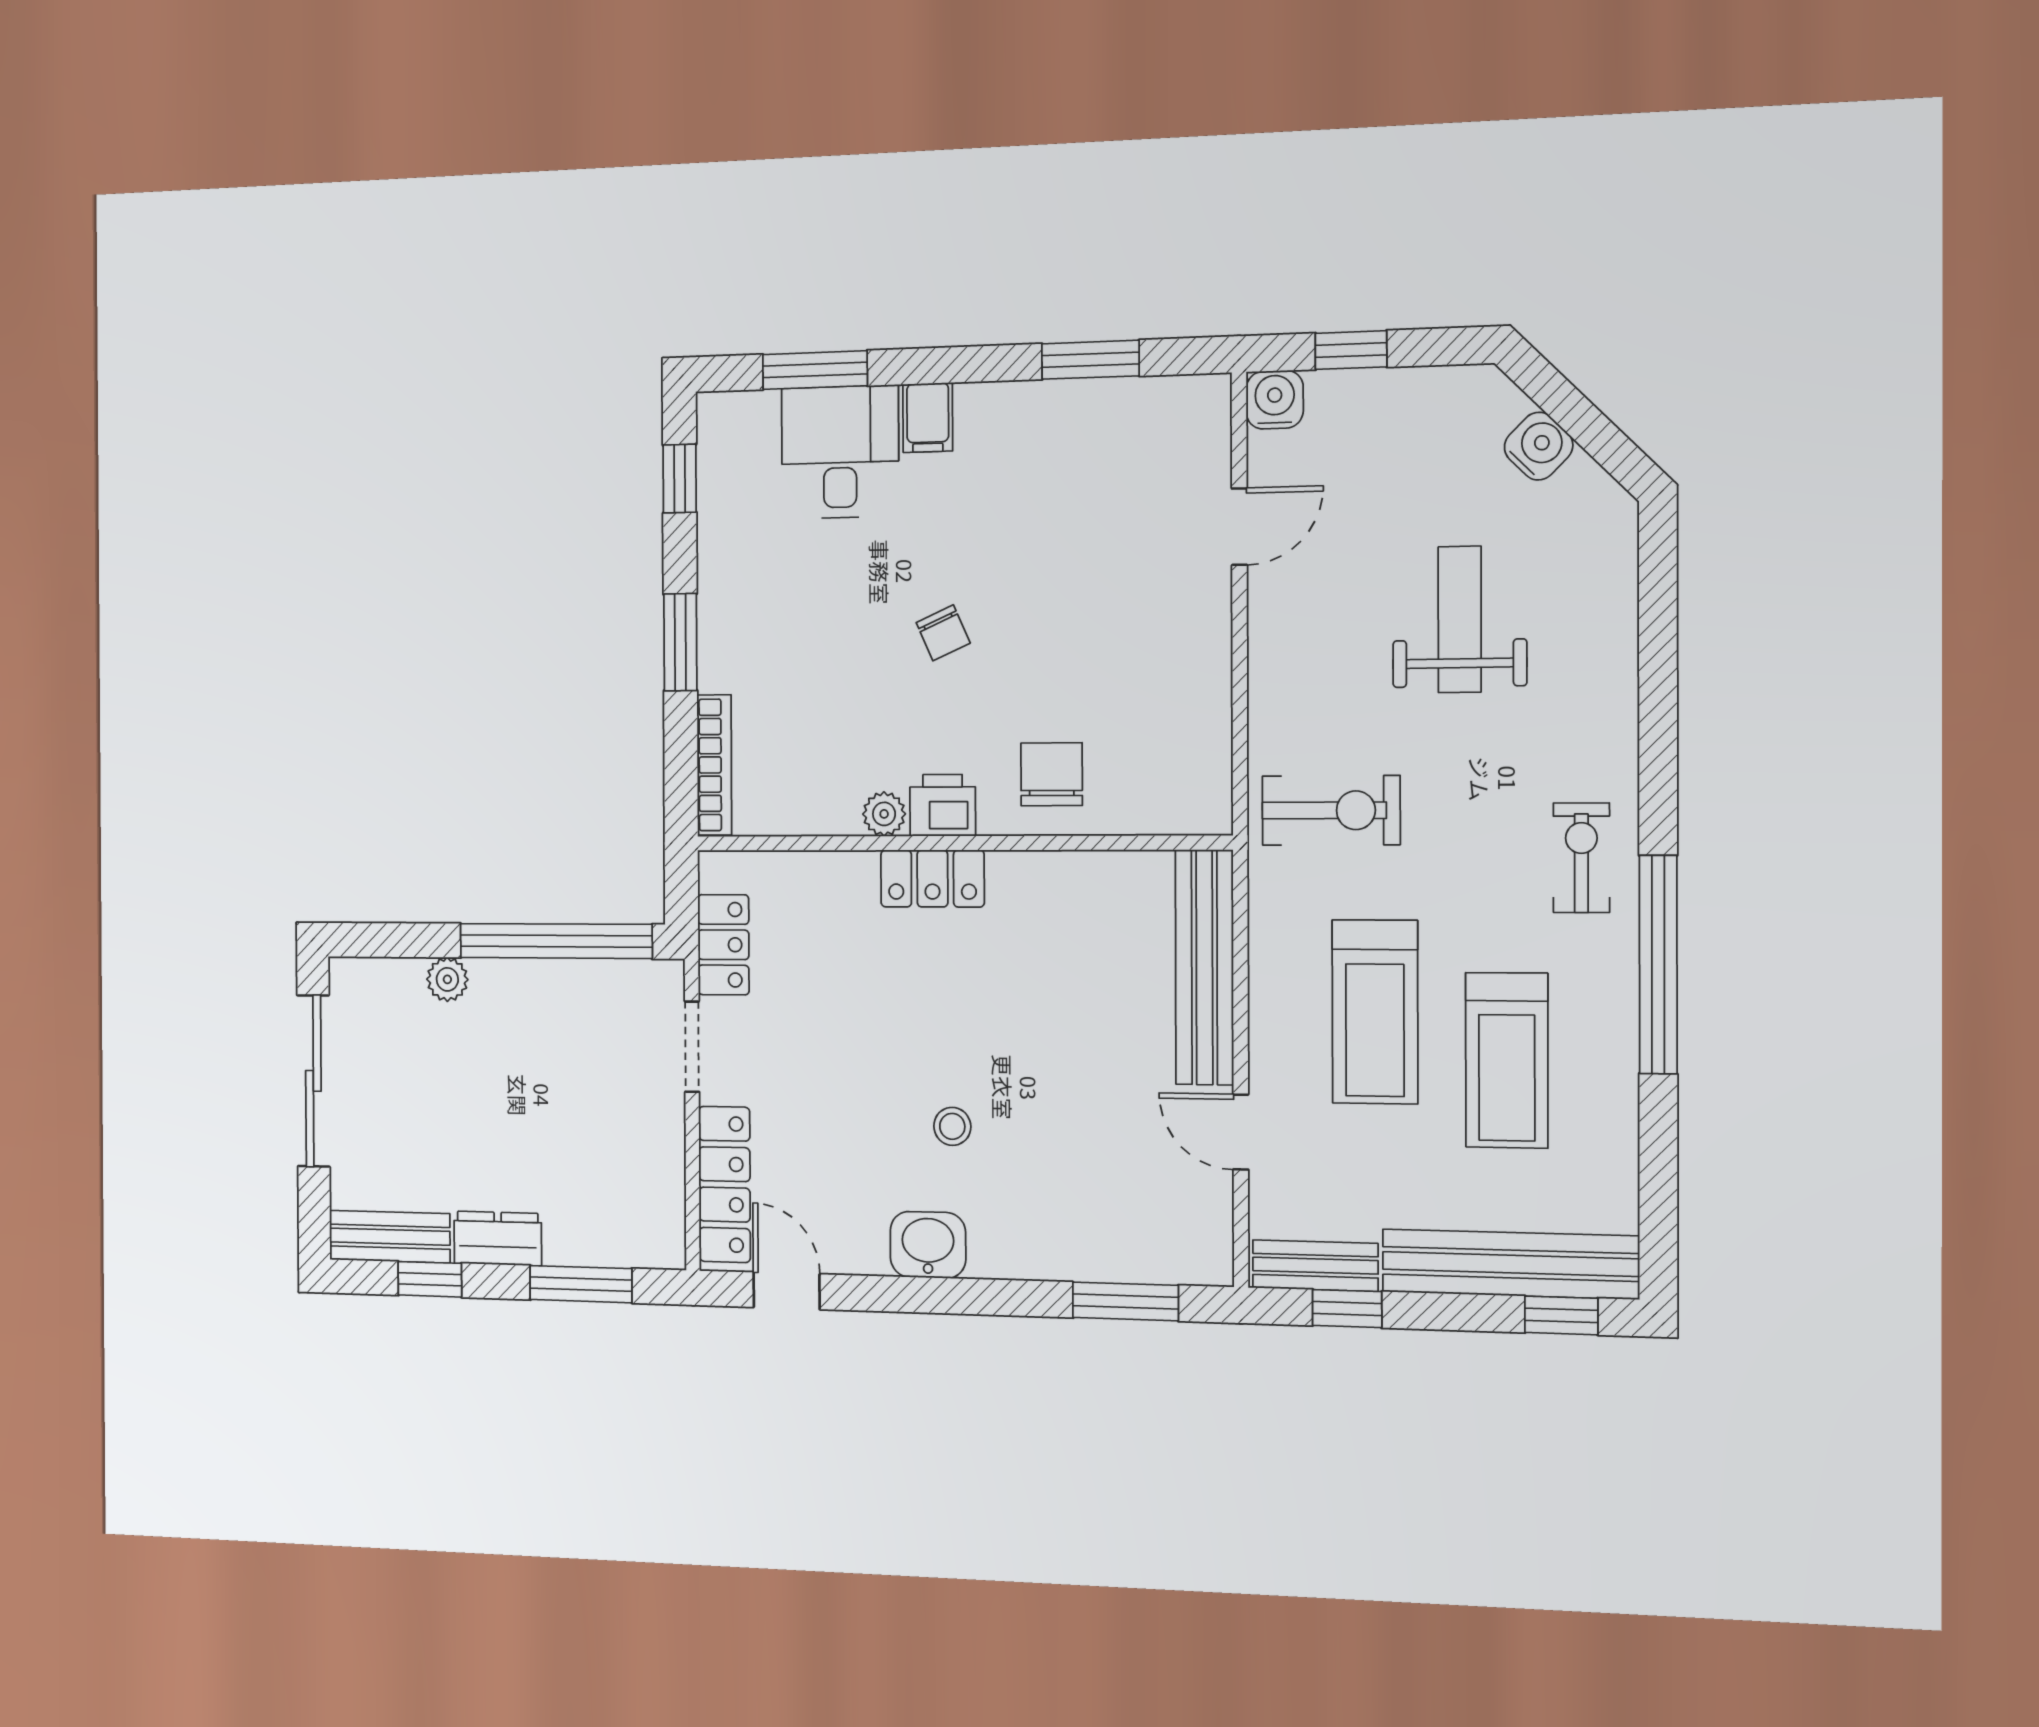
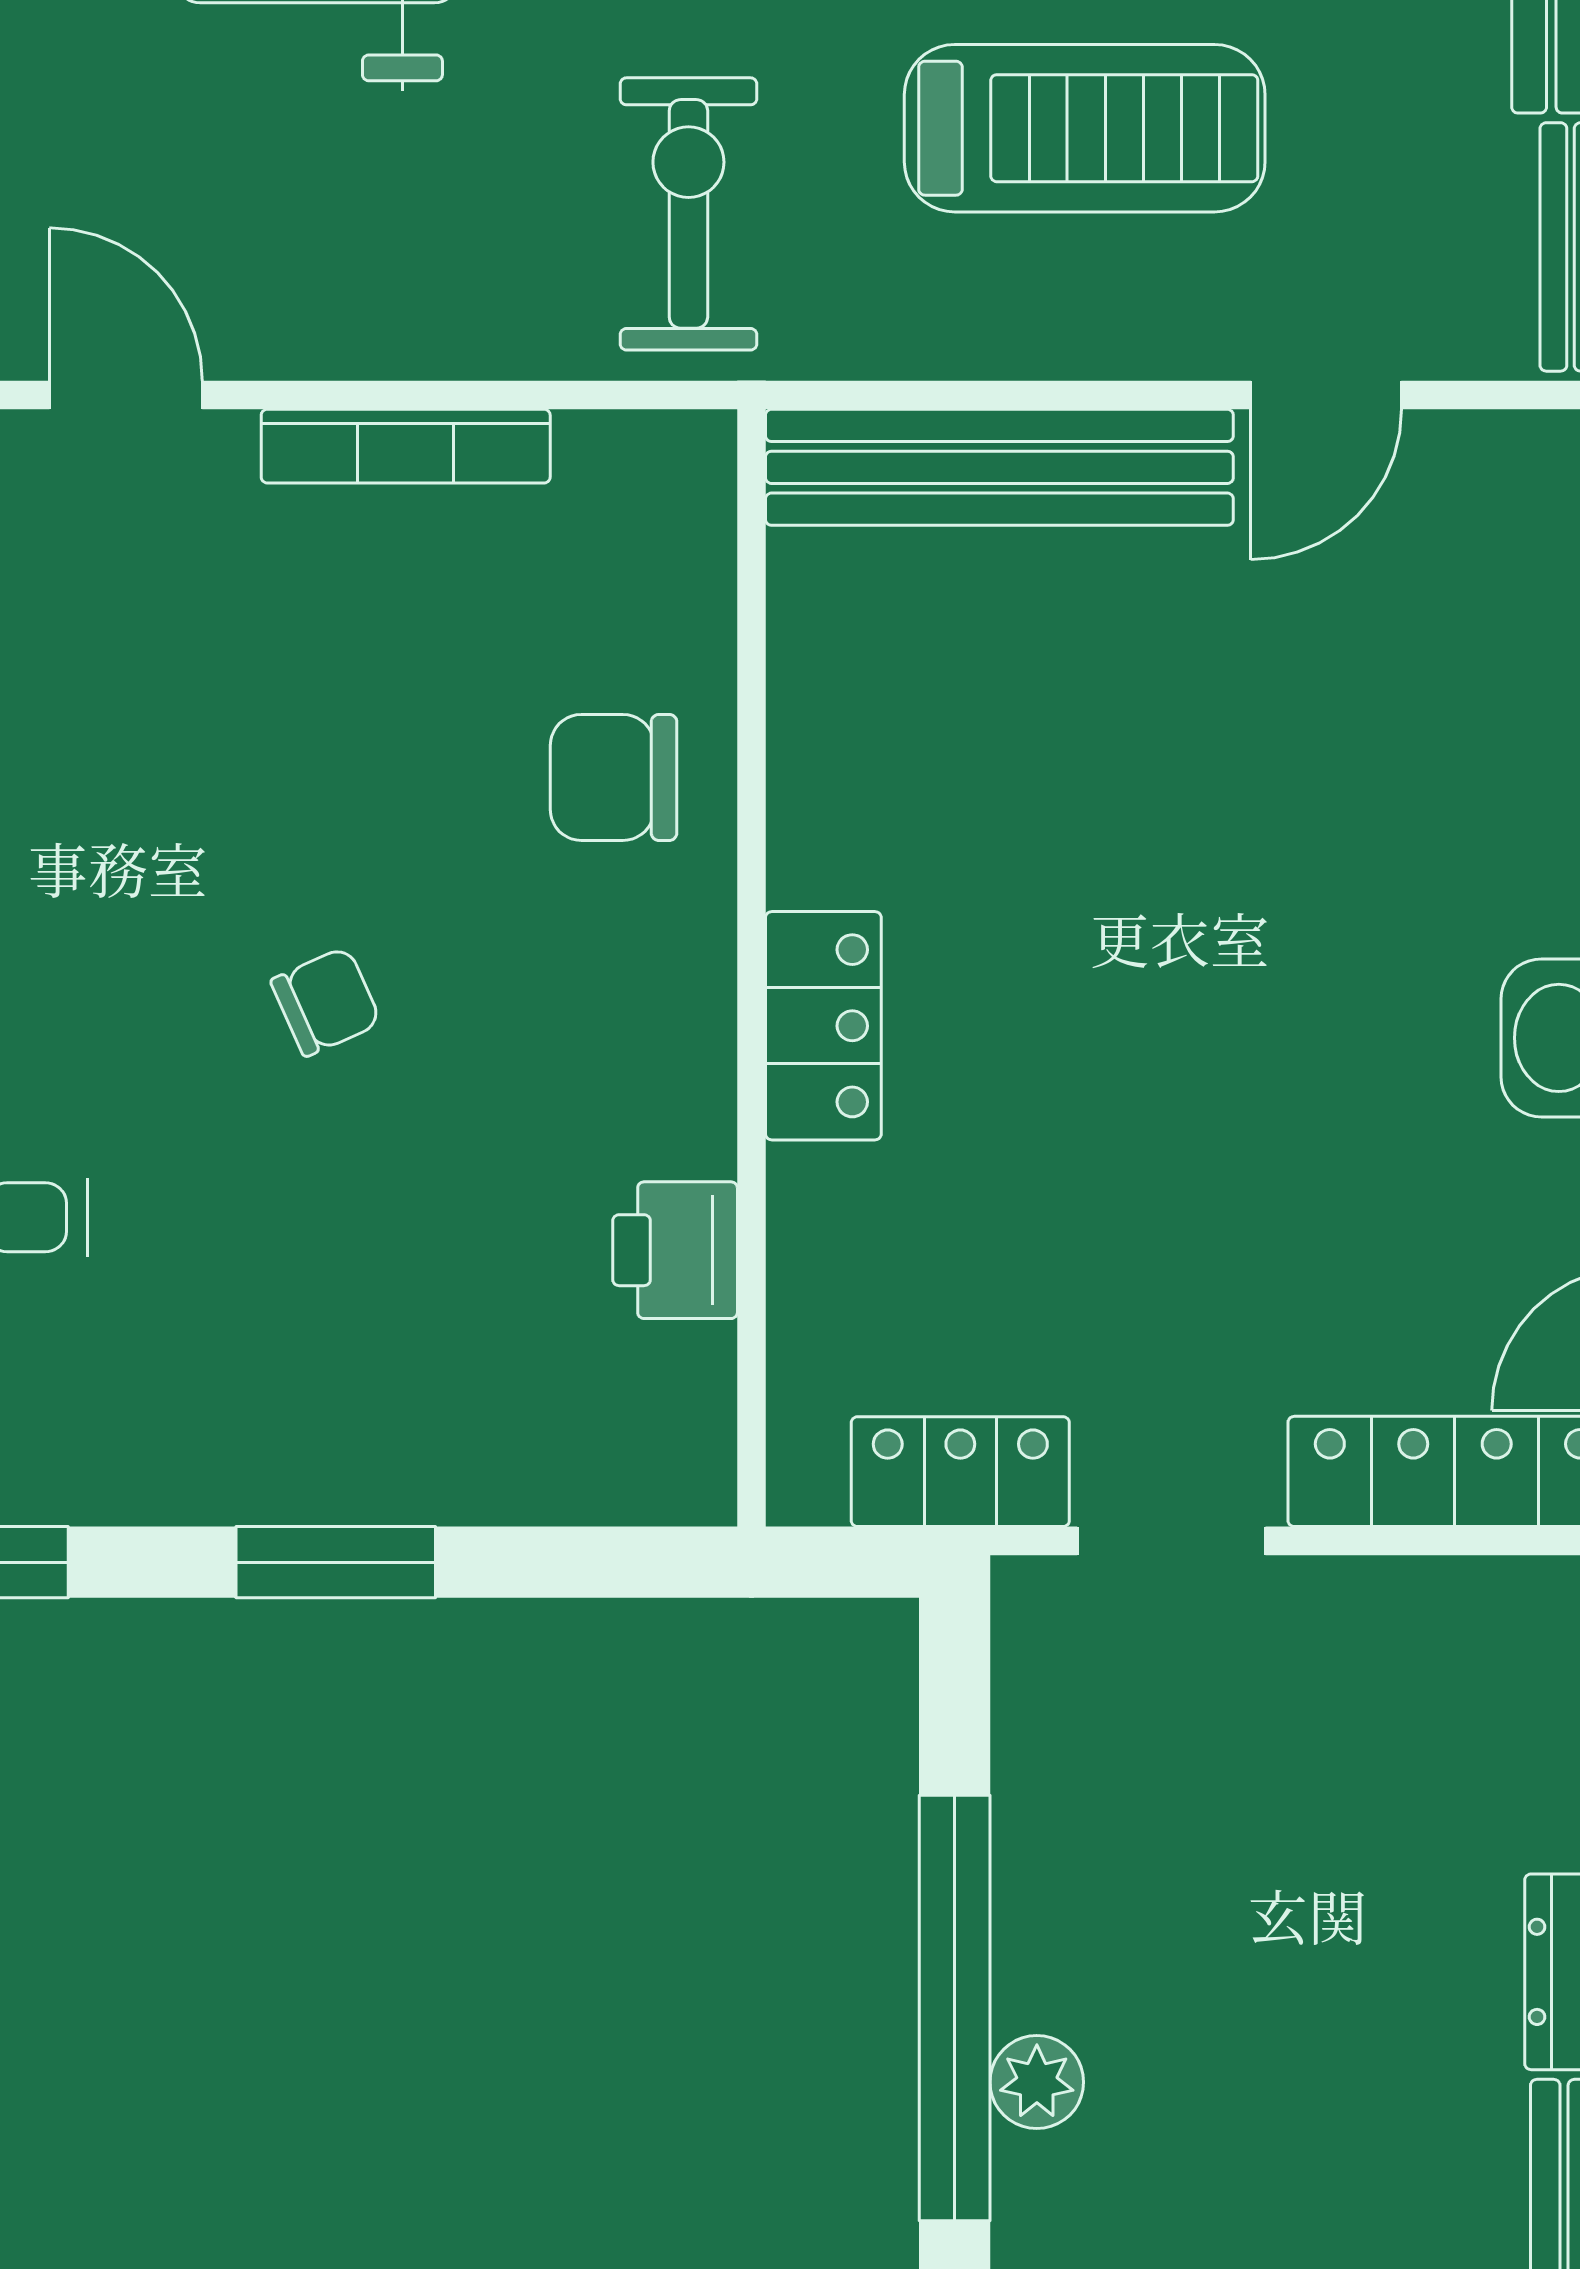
bookcase: (714, 765) -> (406, 446), moved, turned 180
printer: (943, 805) -> (675, 1250), moved
plant: (884, 814) -> (692, 1127), removed
window: (556, 941) -> (955, 2008), moved
stool: (952, 1126) -> (1326, 986), removed

